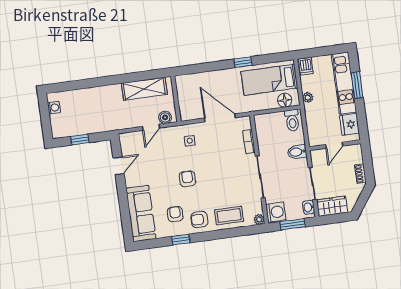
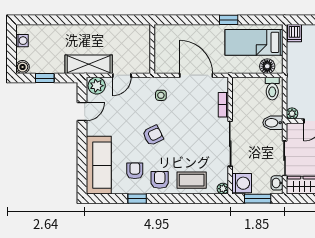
shelving: (144, 89) -> (89, 64), moved
plant: (308, 98) -> (292, 114), moved
boiler: (165, 117) -> (23, 67), moved
plant: (129, 140) -> (97, 86), added
armchair: (187, 179) -> (153, 135), turned 64
armchair: (199, 219) -> (160, 180), turned 90

